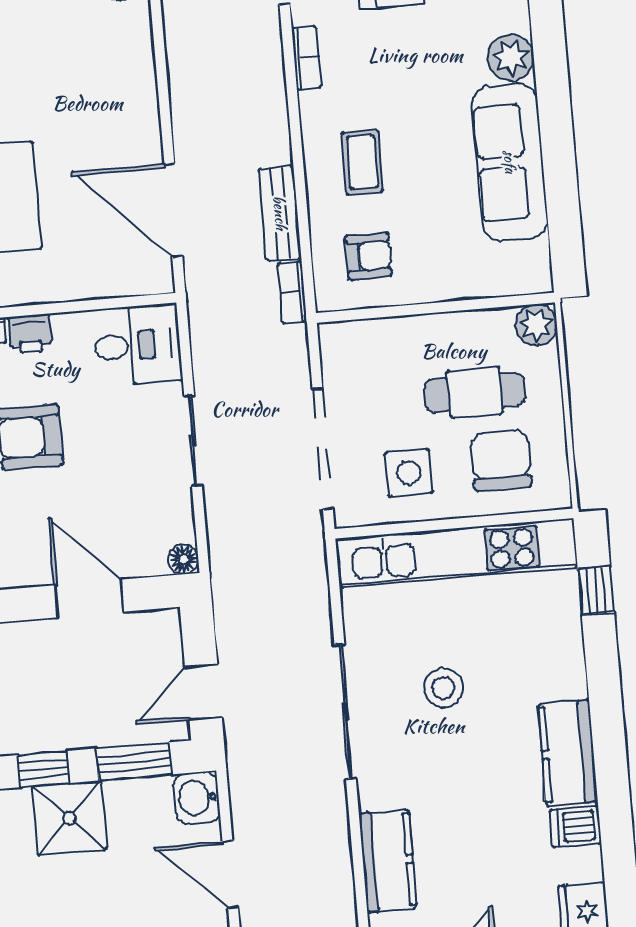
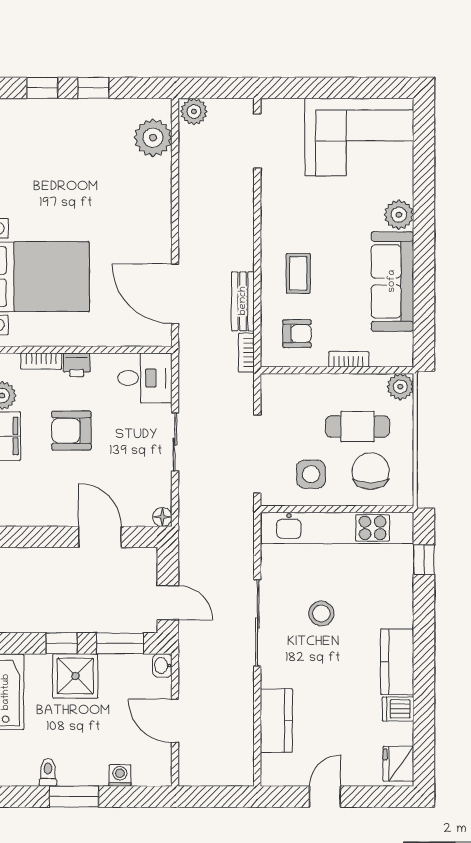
bookcase: (306, 58) -> (349, 359), moved, turned -90
door: (203, 692) -> (168, 603), swing flipped
washbasin: (197, 798) -> (162, 666), width x0.72, depth x0.69

